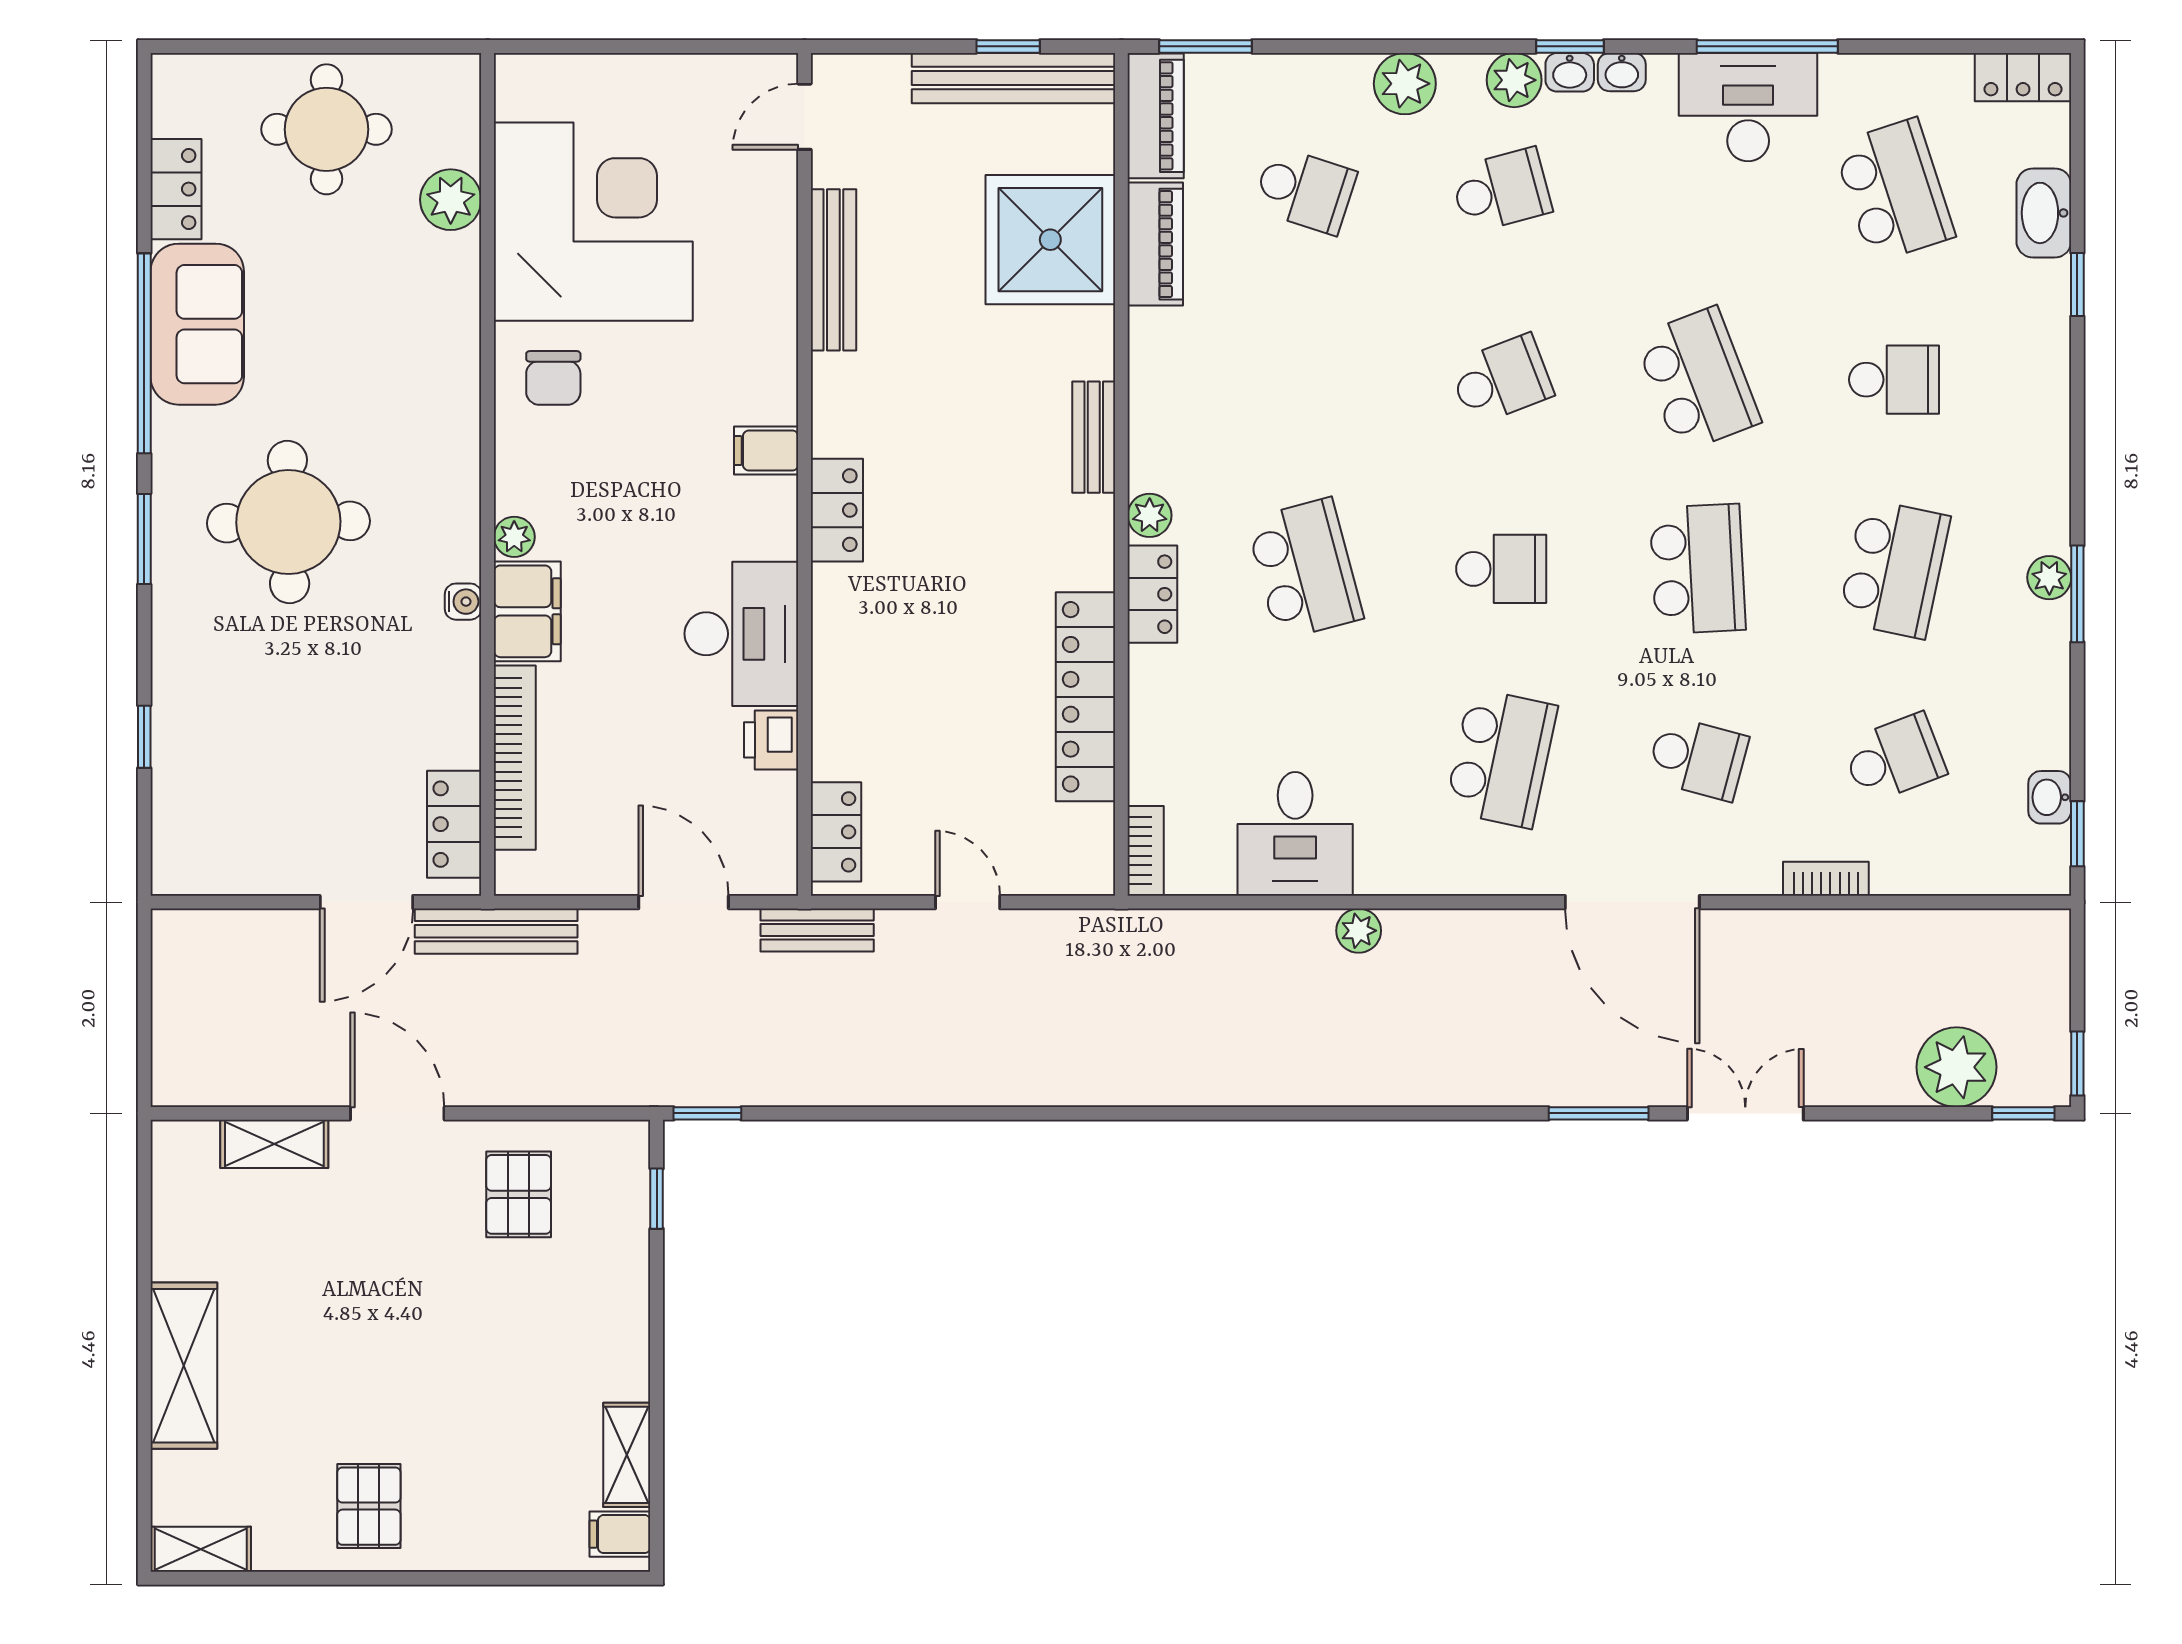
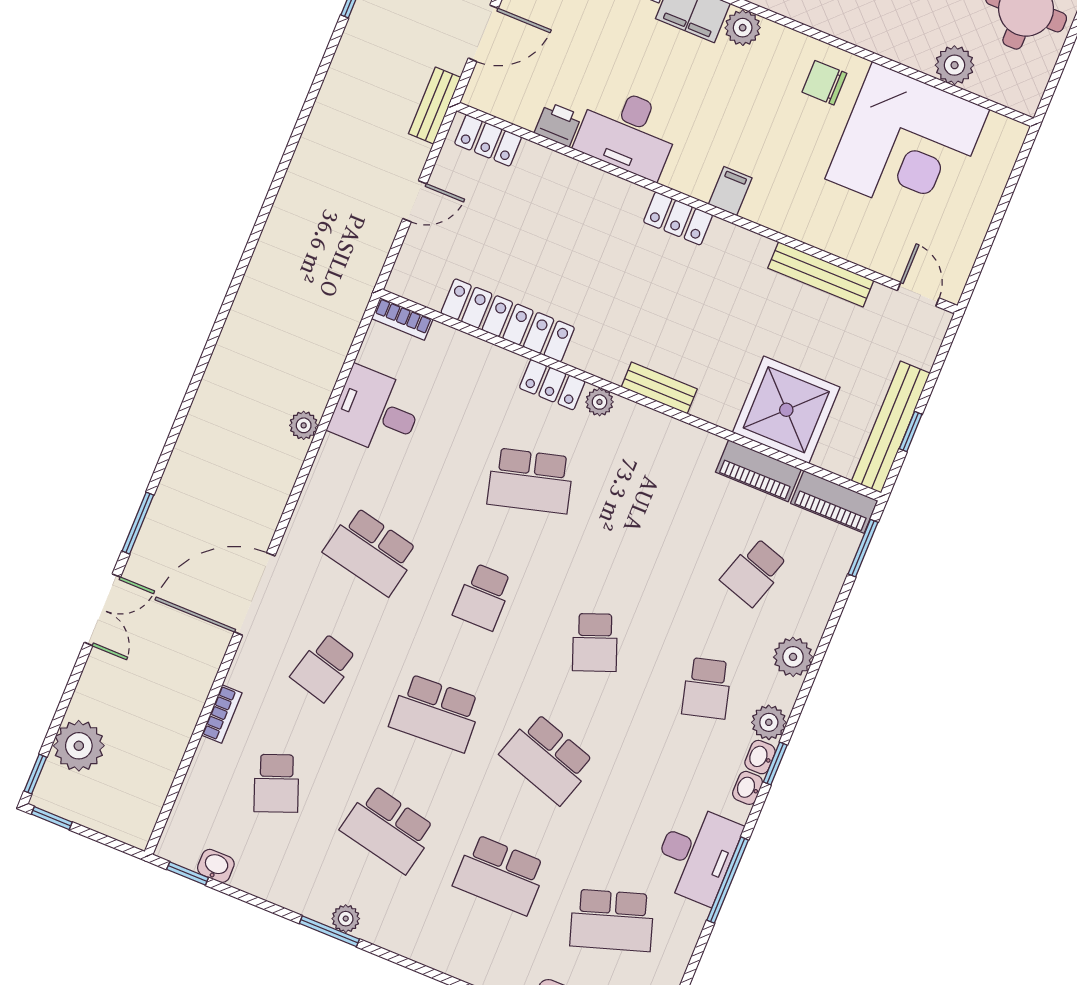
school desk: (1698, 380) -> (548, 759), turned 39
school desk: (1894, 380) -> (500, 875), width x1.85
plant: (514, 537) -> (743, 28), width x1.38, depth x1.38

